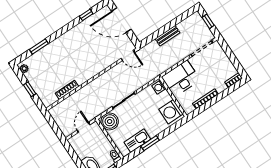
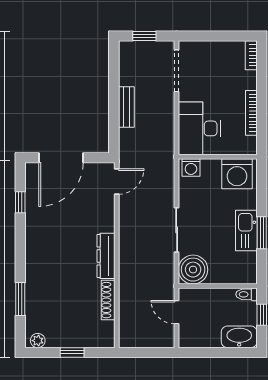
dresser: (88, 74) -> (106, 256), added
kitchen sink: (137, 141) -> (246, 230), moved

